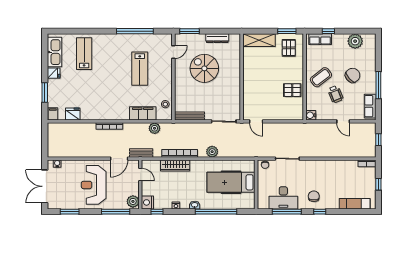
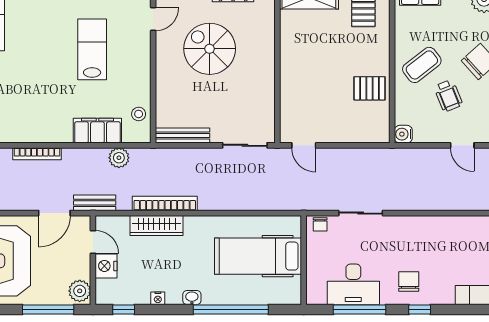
lab bench: (140, 69) -> (92, 49), turned 180
plant: (212, 152) -> (224, 200), removed
nightstand: (147, 202) -> (106, 266), moved

